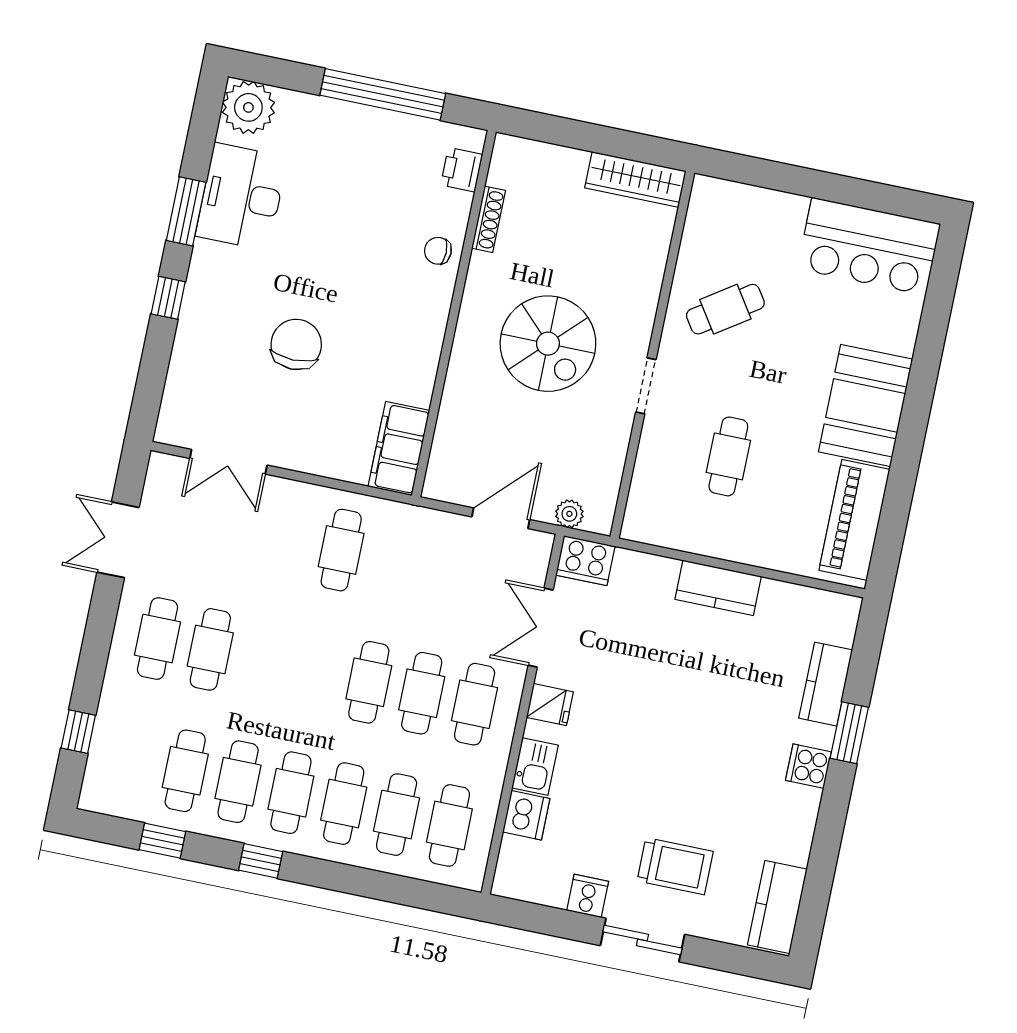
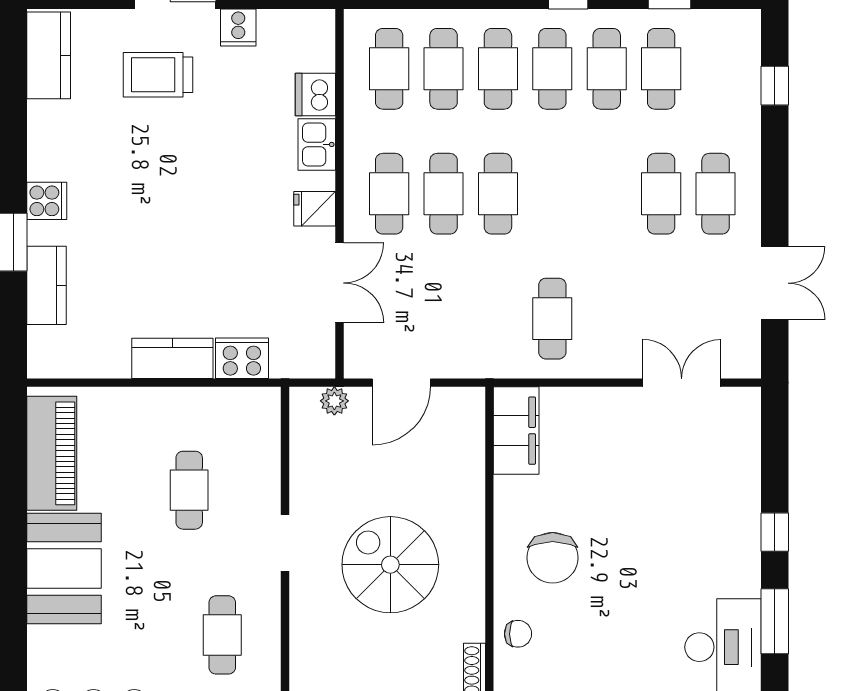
cafe table: (725, 309) -> (222, 635), turned -56
chair: (296, 344) -> (553, 558), moved
cooker: (585, 561) -> (242, 358), moved

